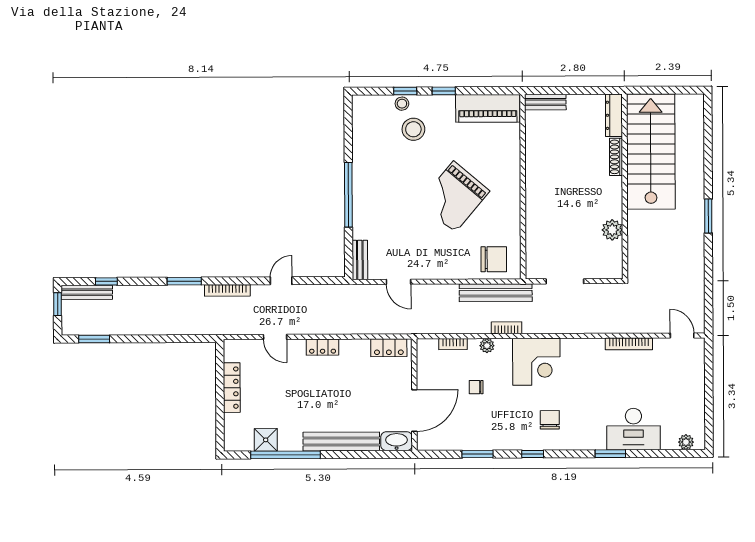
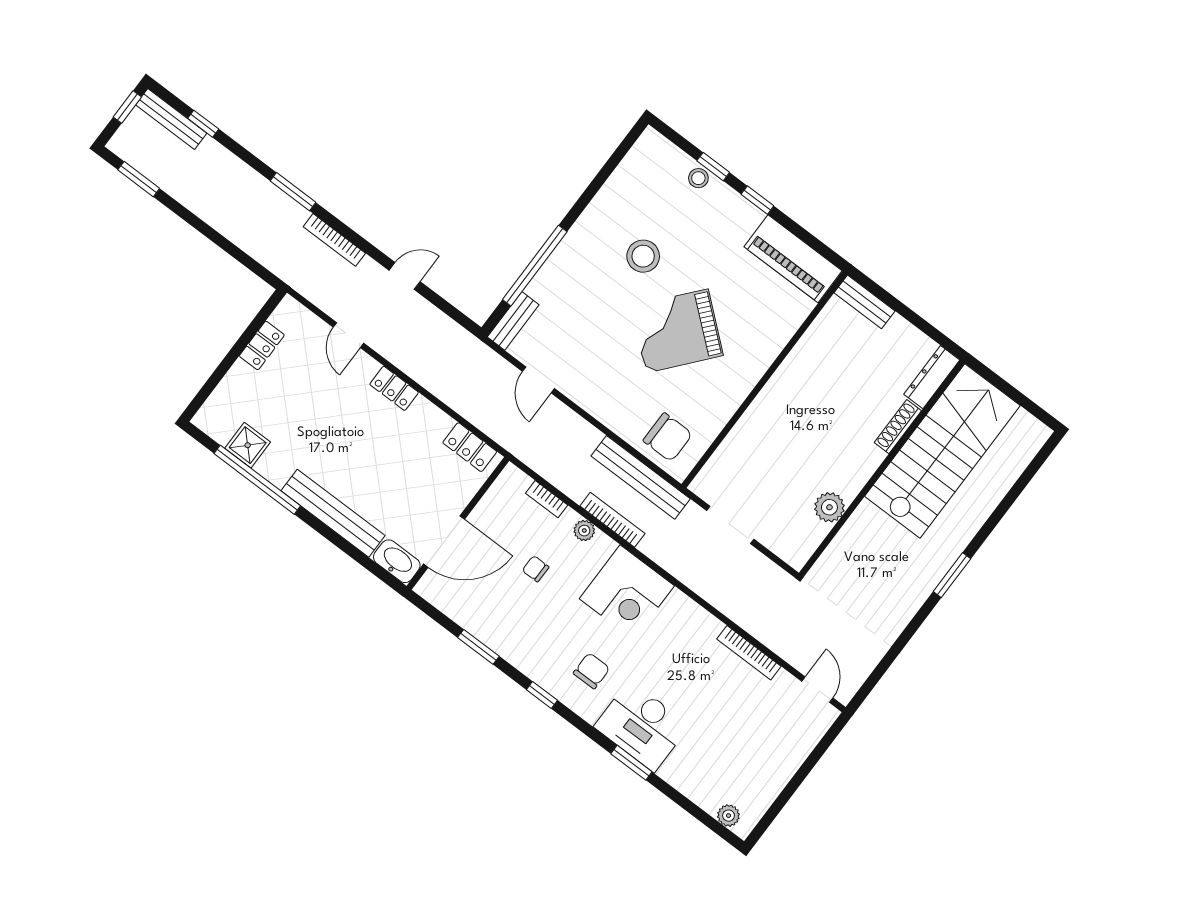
stool: (413, 129) -> (643, 256), moved
window: (348, 195) -> (535, 266), moved
bookcase: (506, 328) -> (612, 520), width x1.56
locker: (232, 388) -> (262, 346), width x0.66
desk: (633, 429) -> (642, 726), moved

